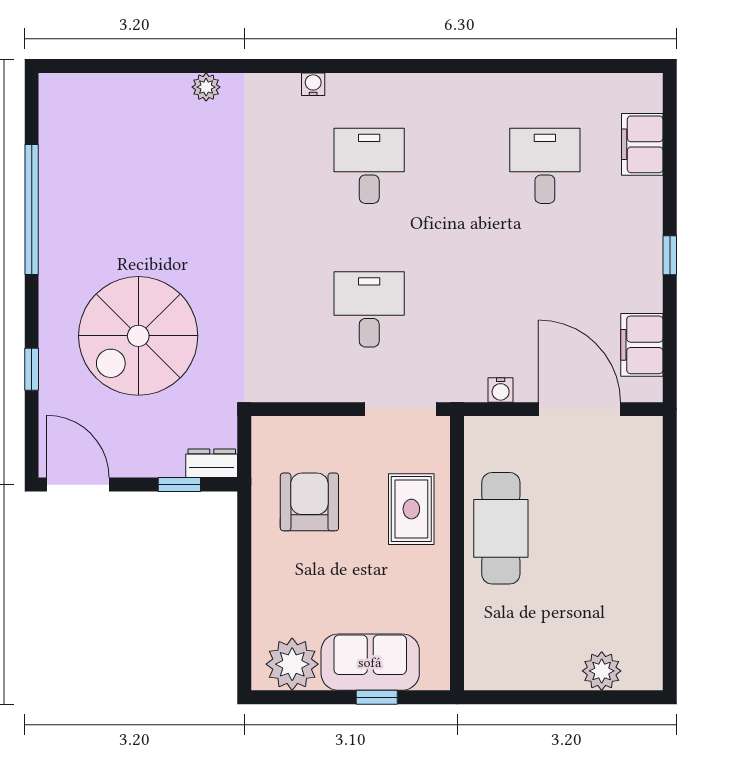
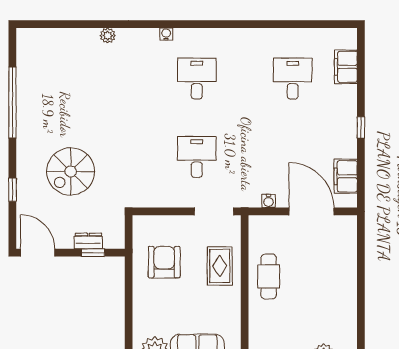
spiral stairs: (138, 336) -> (71, 171), width x0.73, depth x0.73
dresser: (212, 463) -> (88, 241), moved
cafe table: (501, 528) -> (269, 276), width x0.73, depth x0.74

